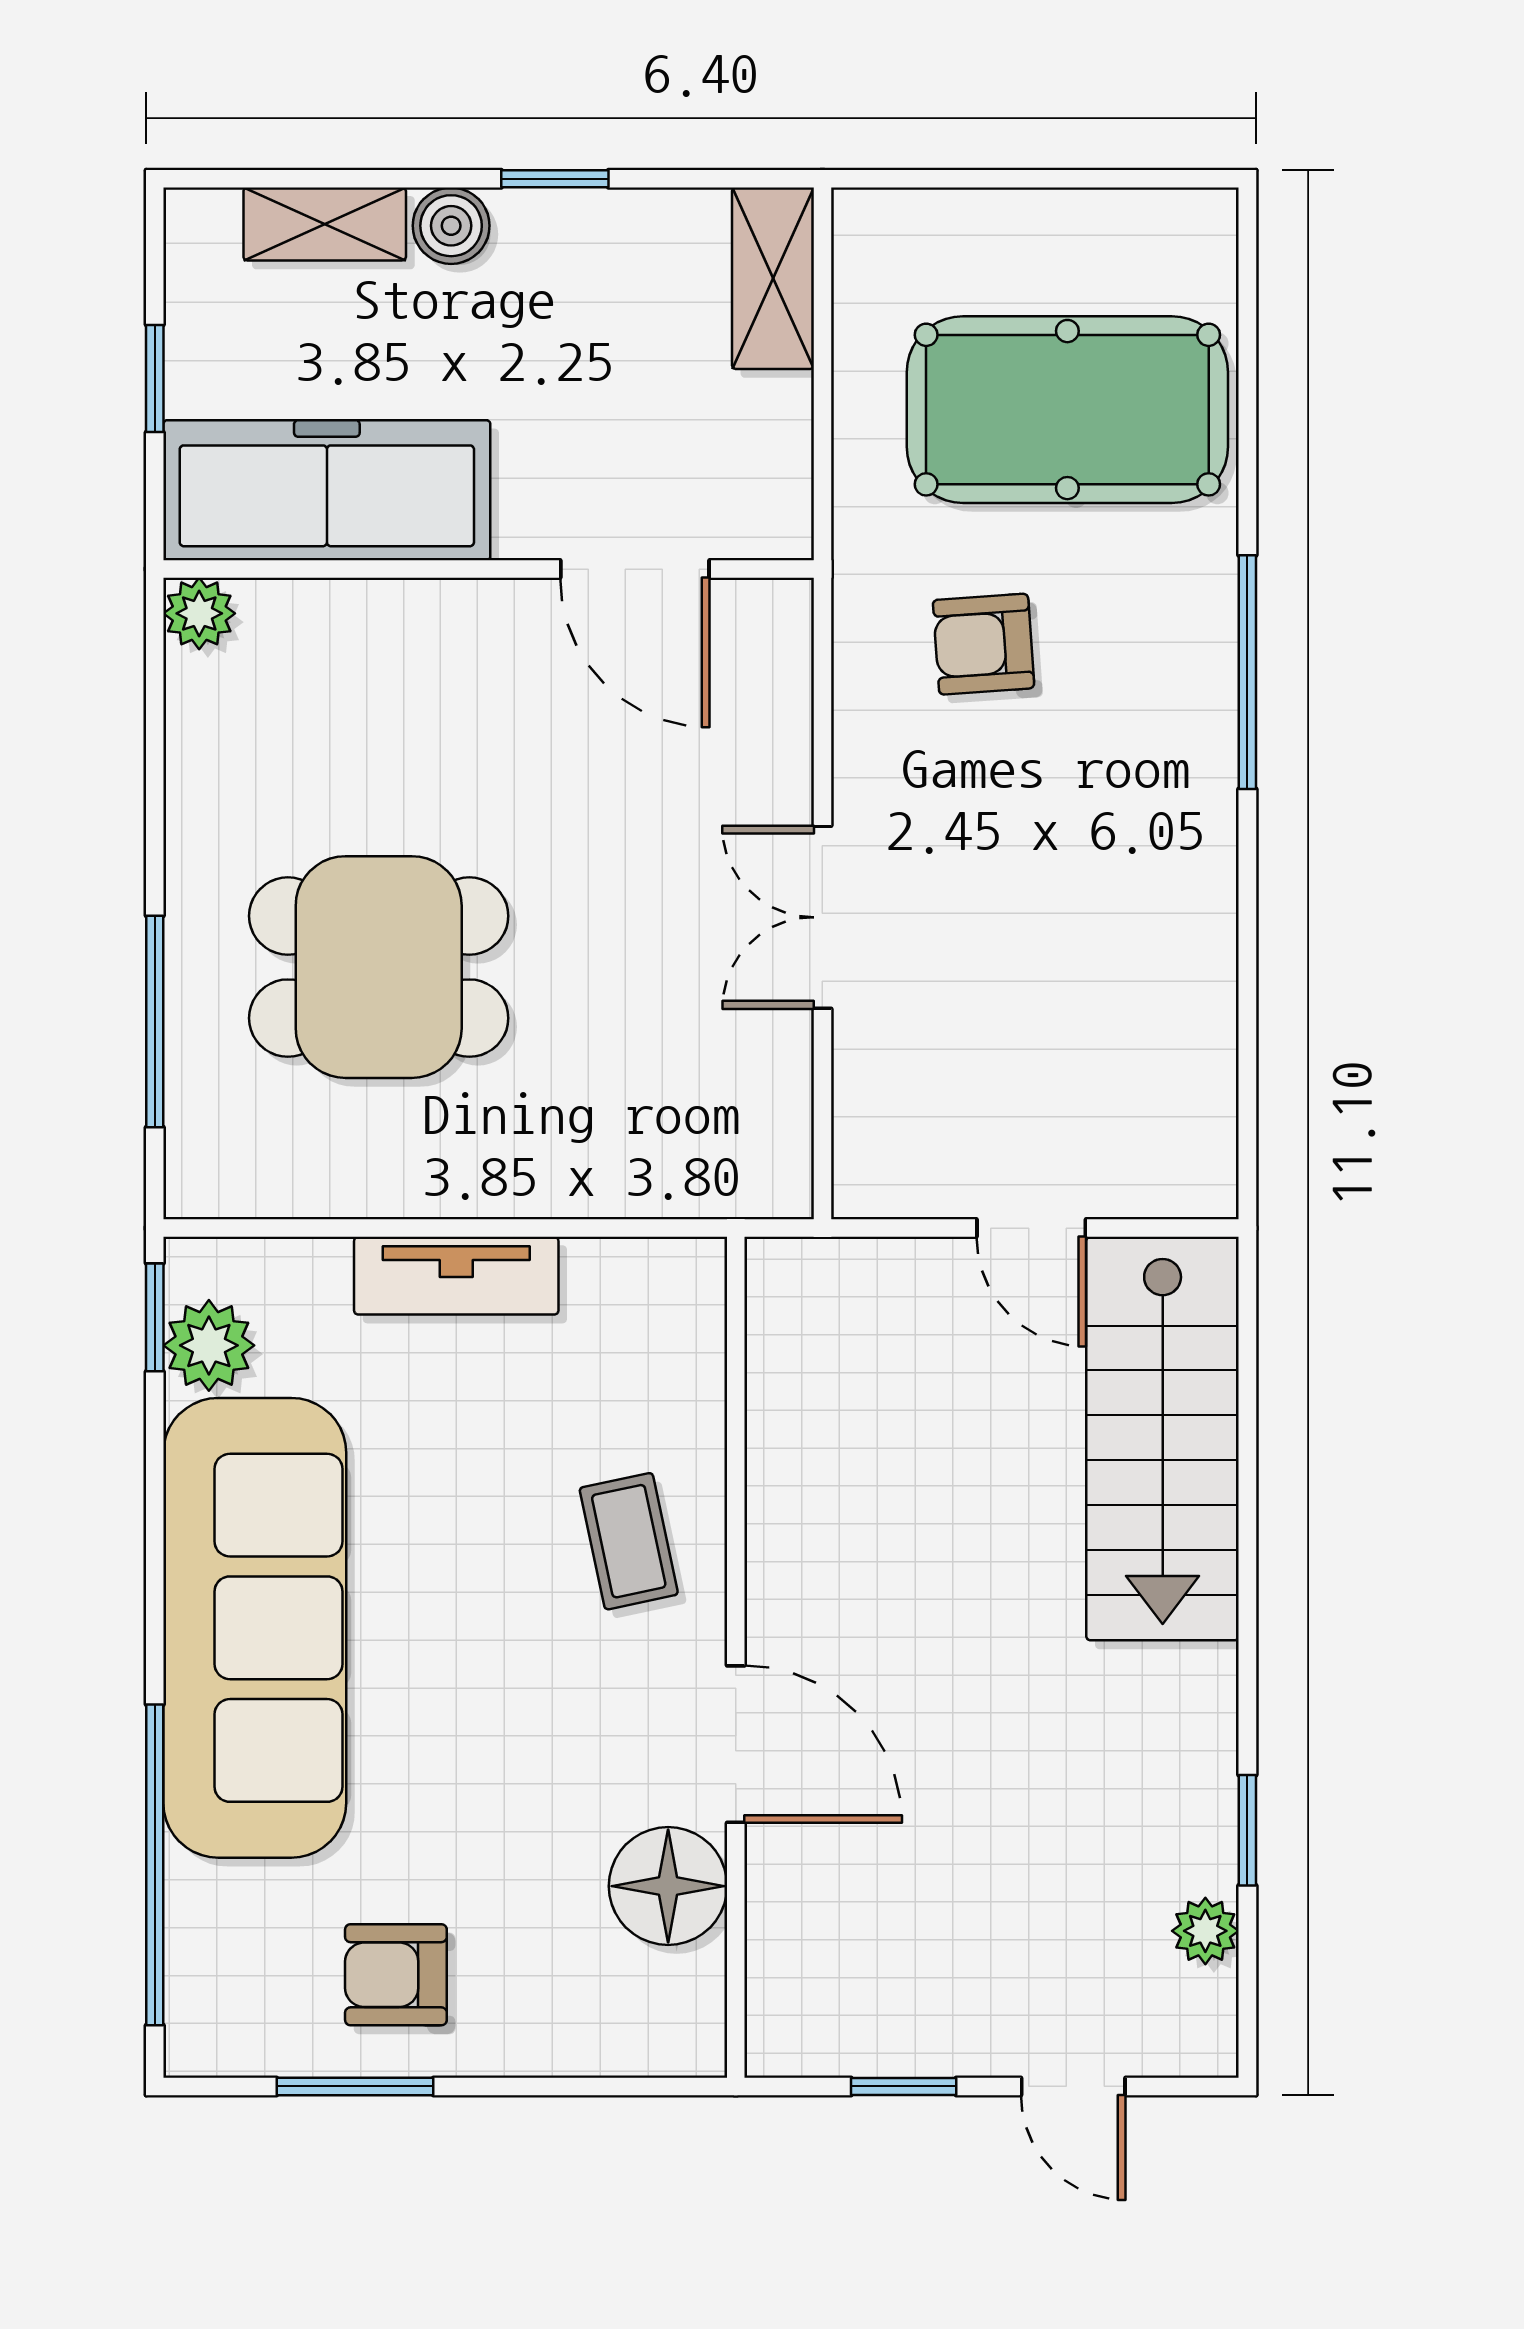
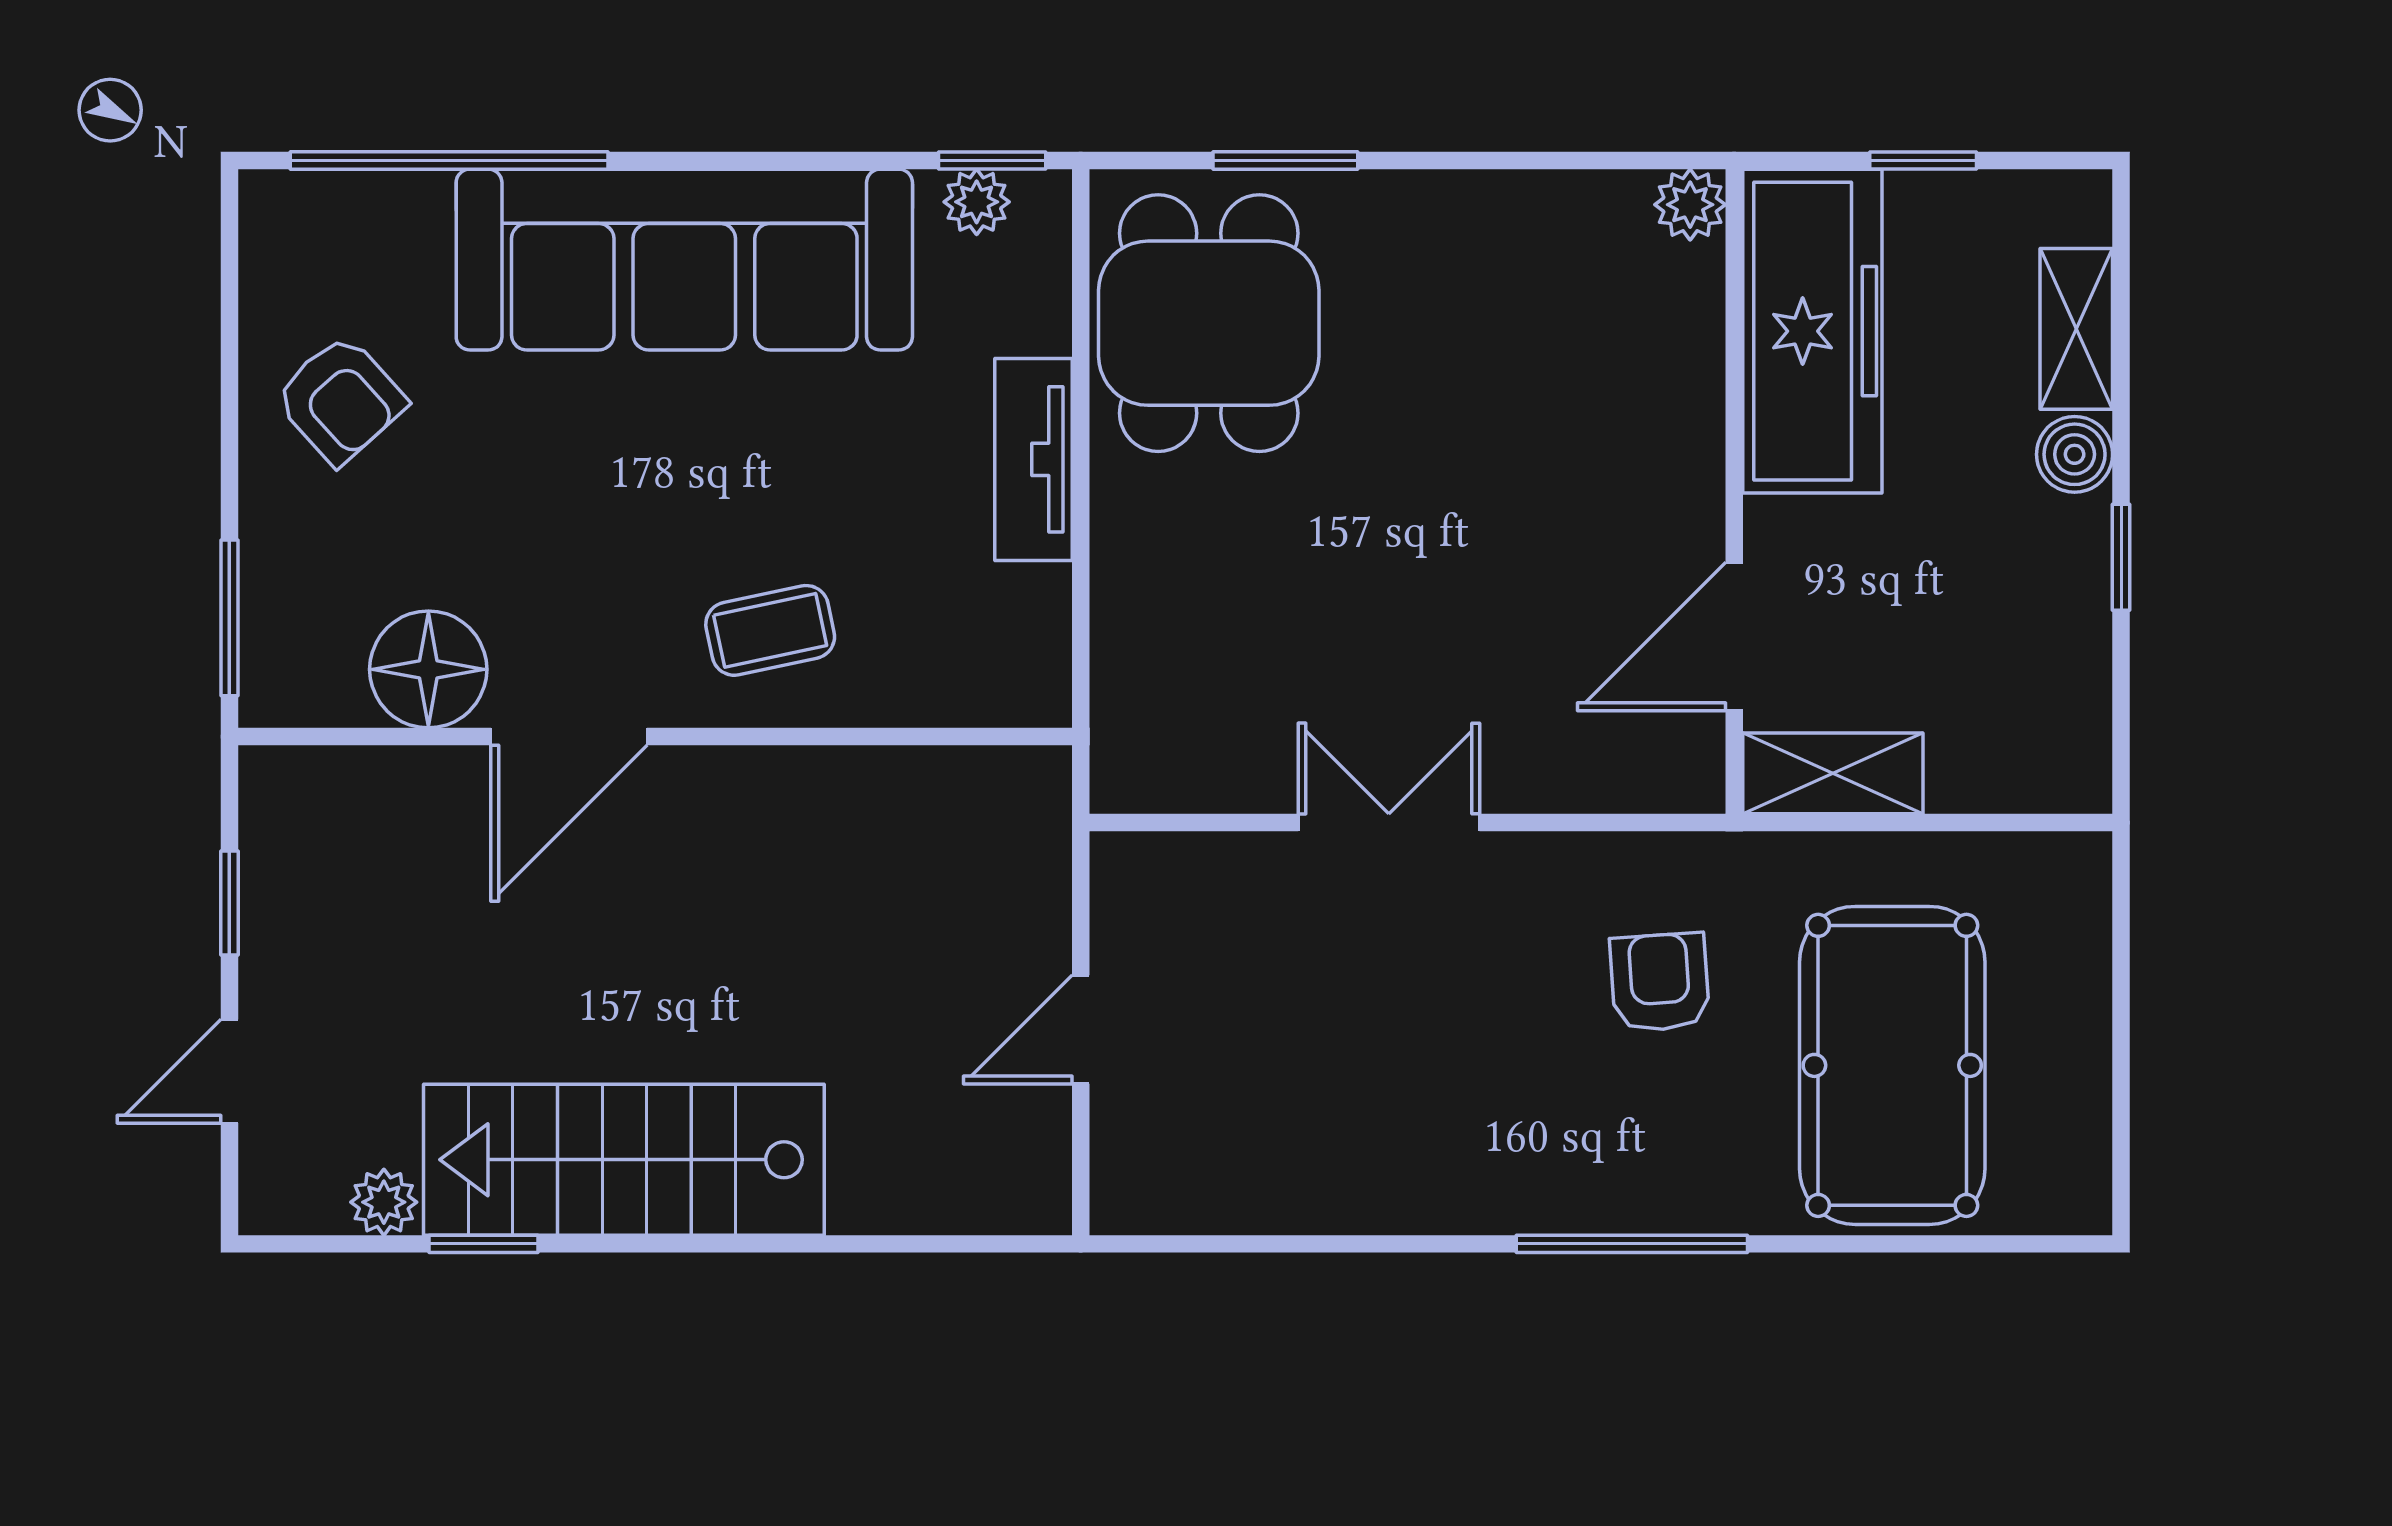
shelving: (773, 278) -> (1833, 773), moved
dining table: (379, 967) -> (1209, 323), moved
window: (155, 1022) -> (1285, 160), width x0.69
plant: (209, 1345) -> (977, 202), width x0.73, depth x0.73
stairs: (1163, 1439) -> (624, 1160), moved
armchair: (396, 1975) -> (340, 400), turned 138
window: (355, 2086) -> (229, 618), moved

